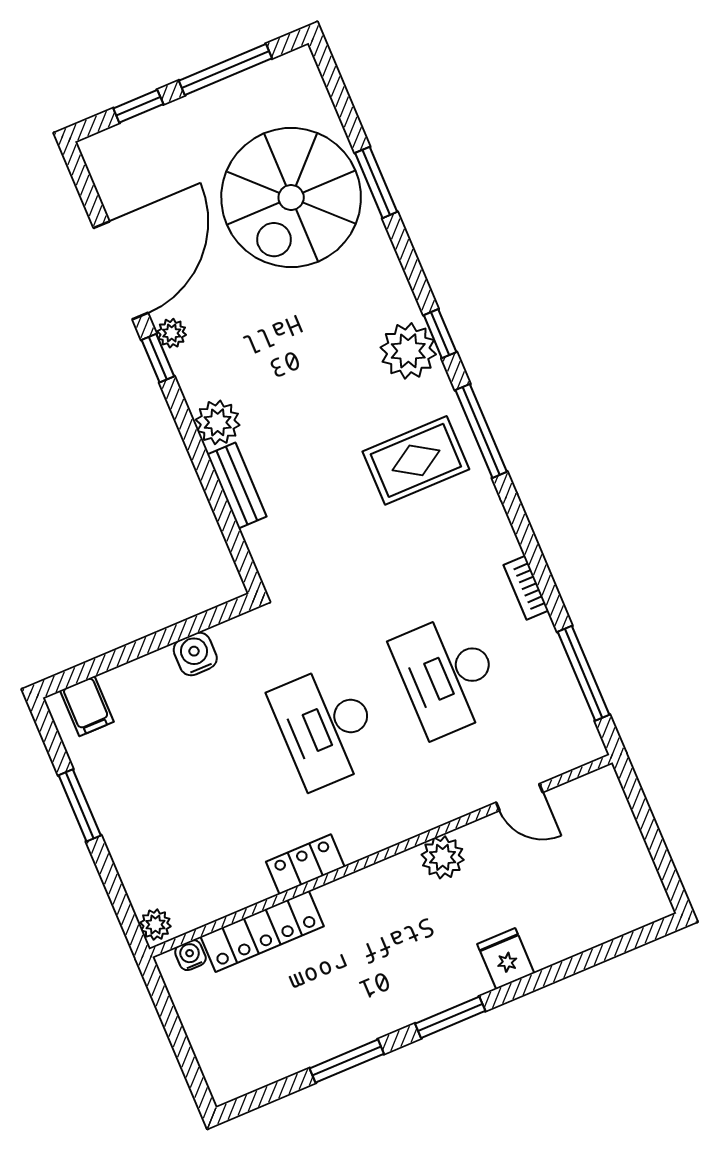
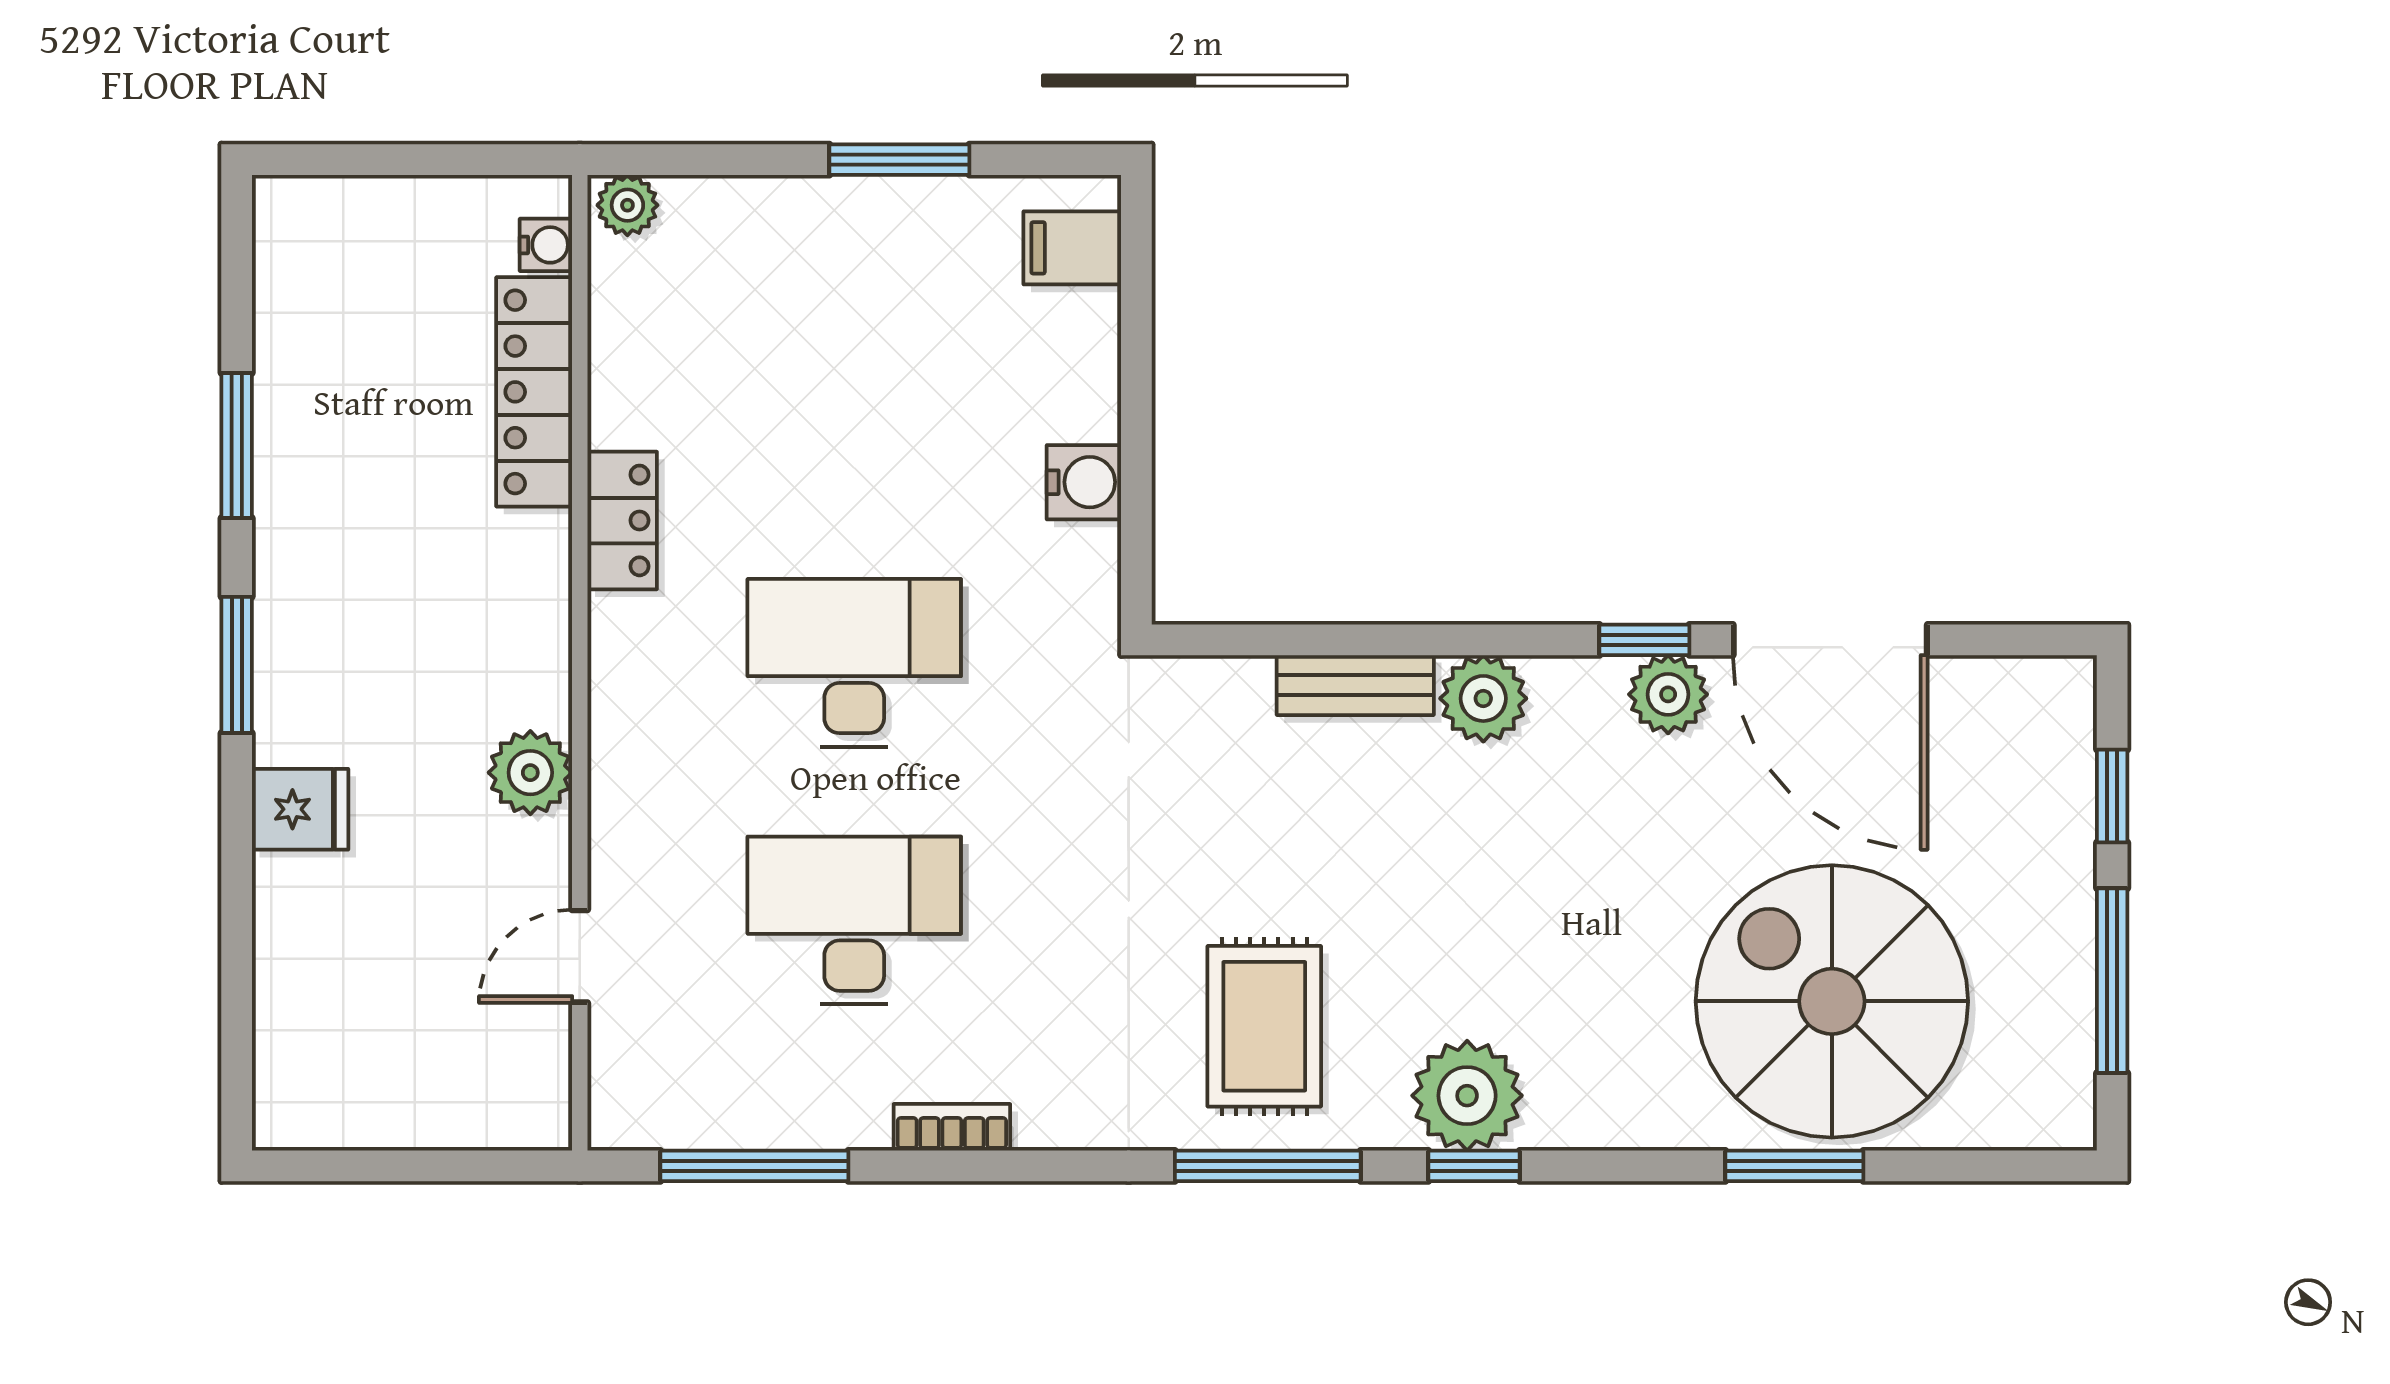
plant: (172, 333) -> (1668, 694), width x1.38, depth x1.38

